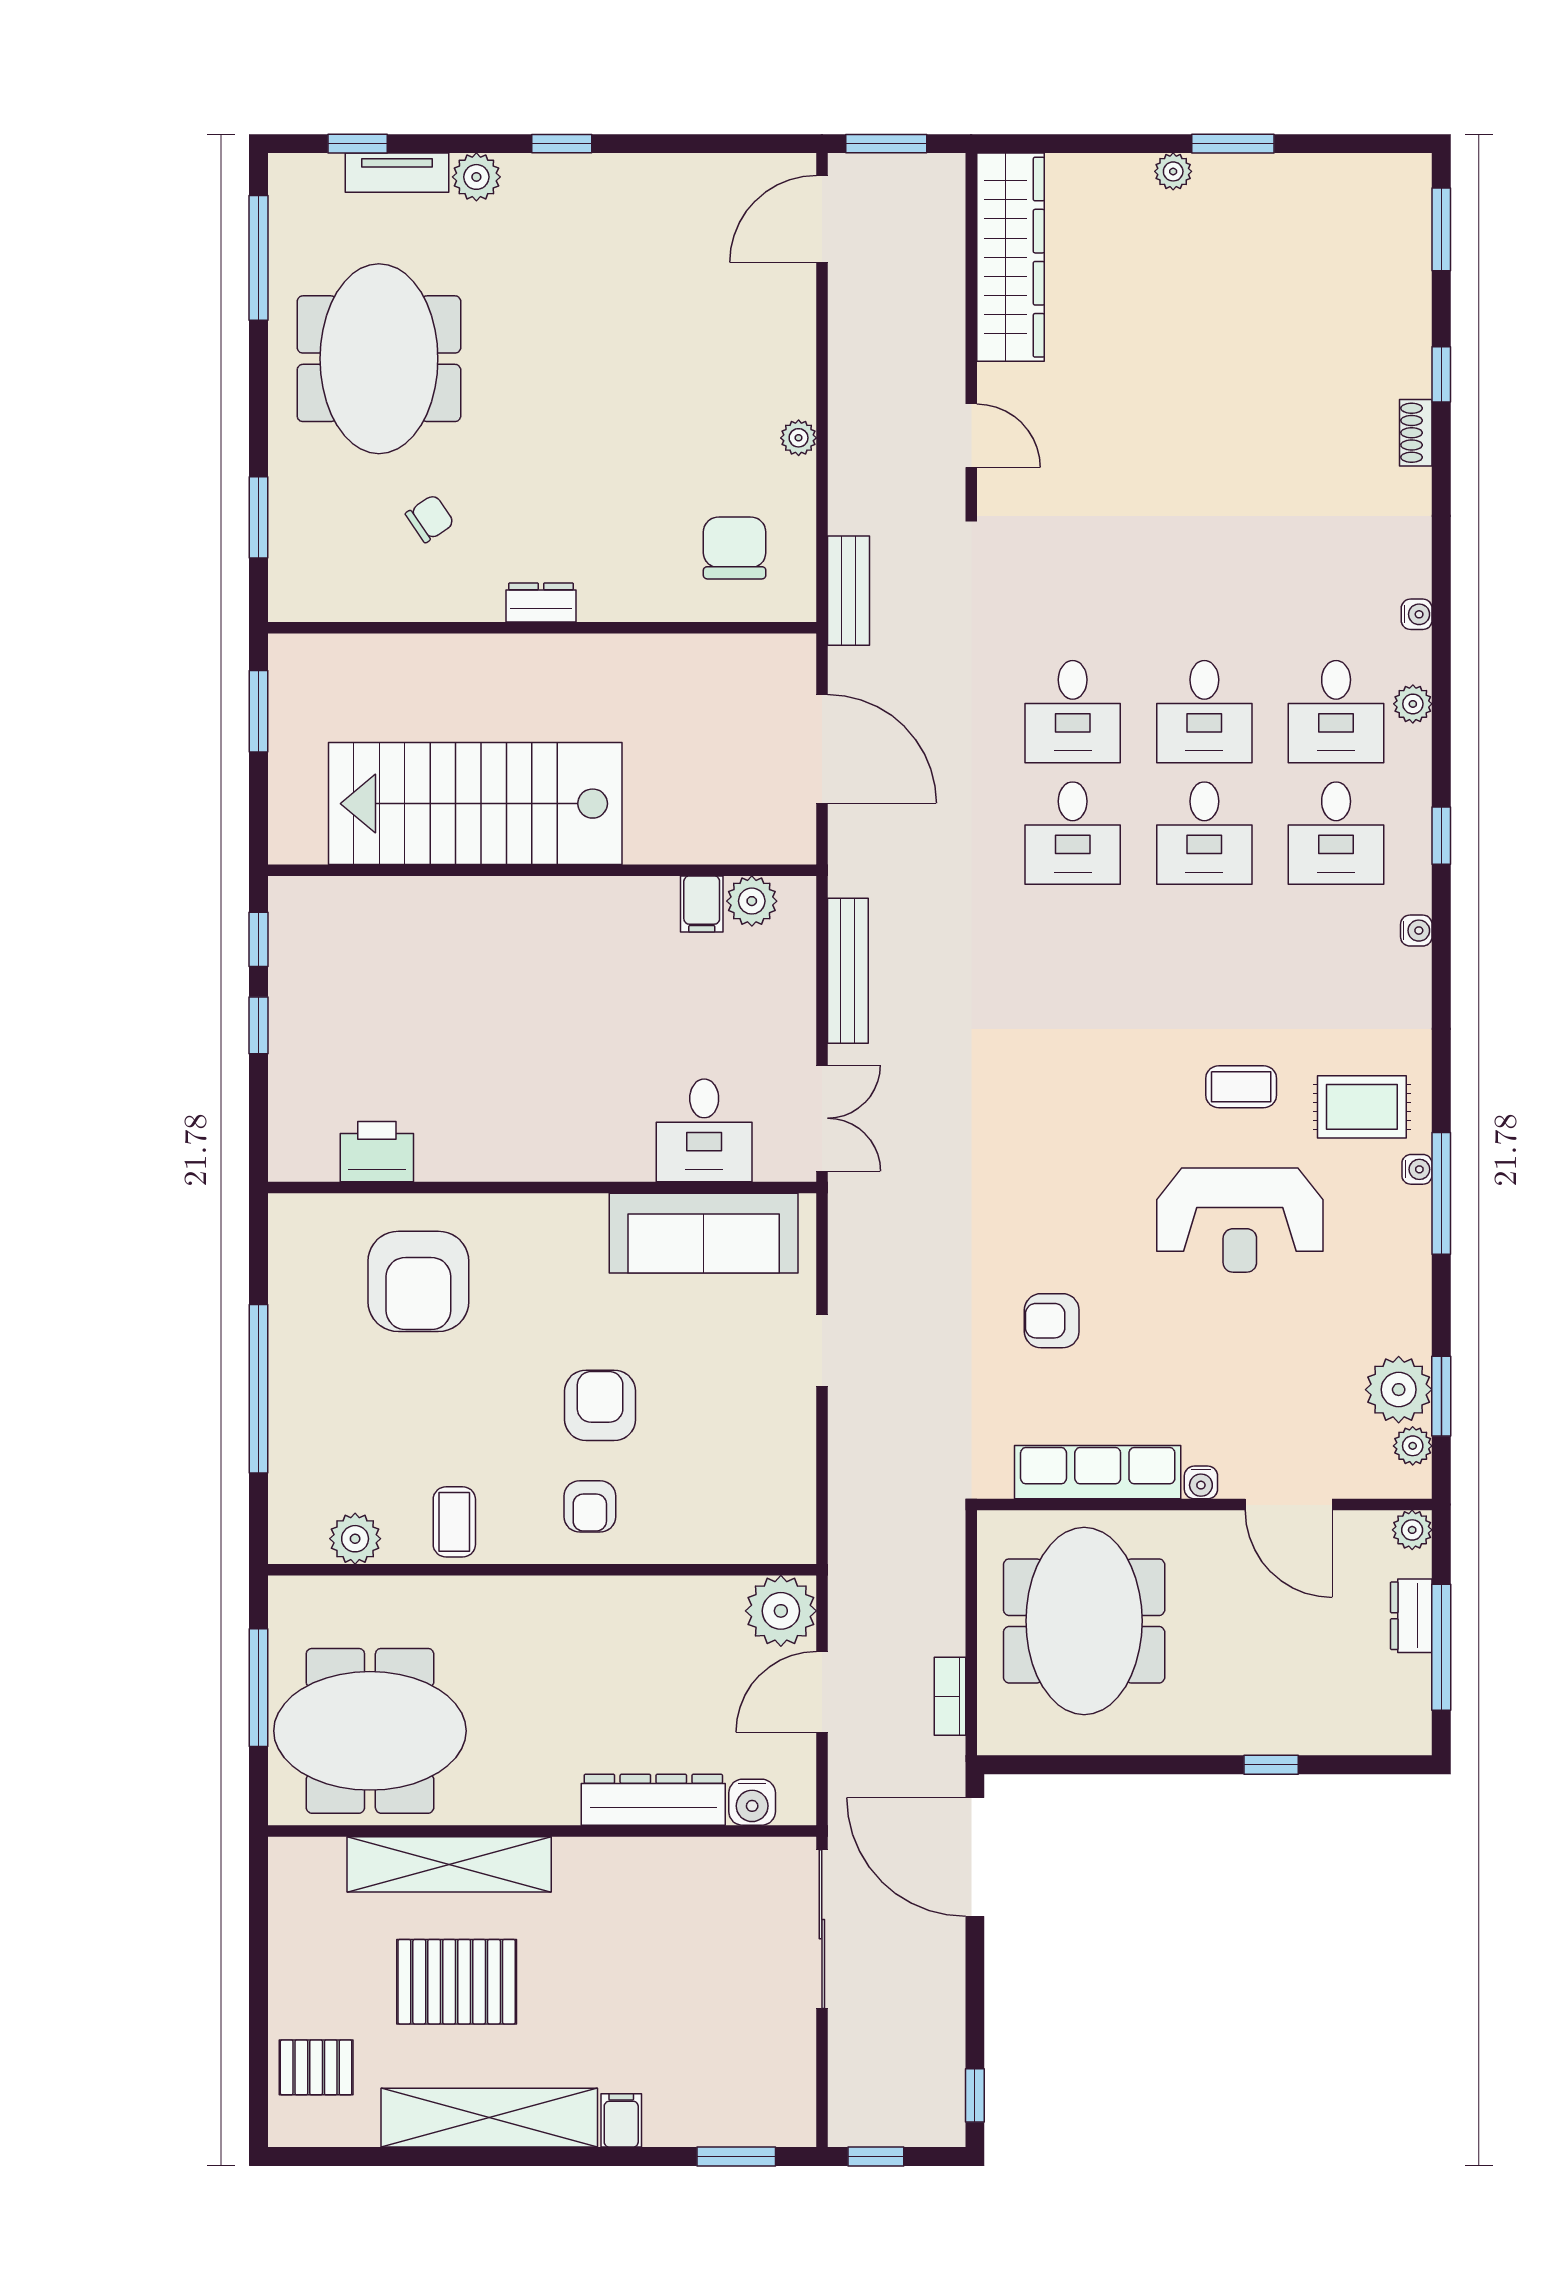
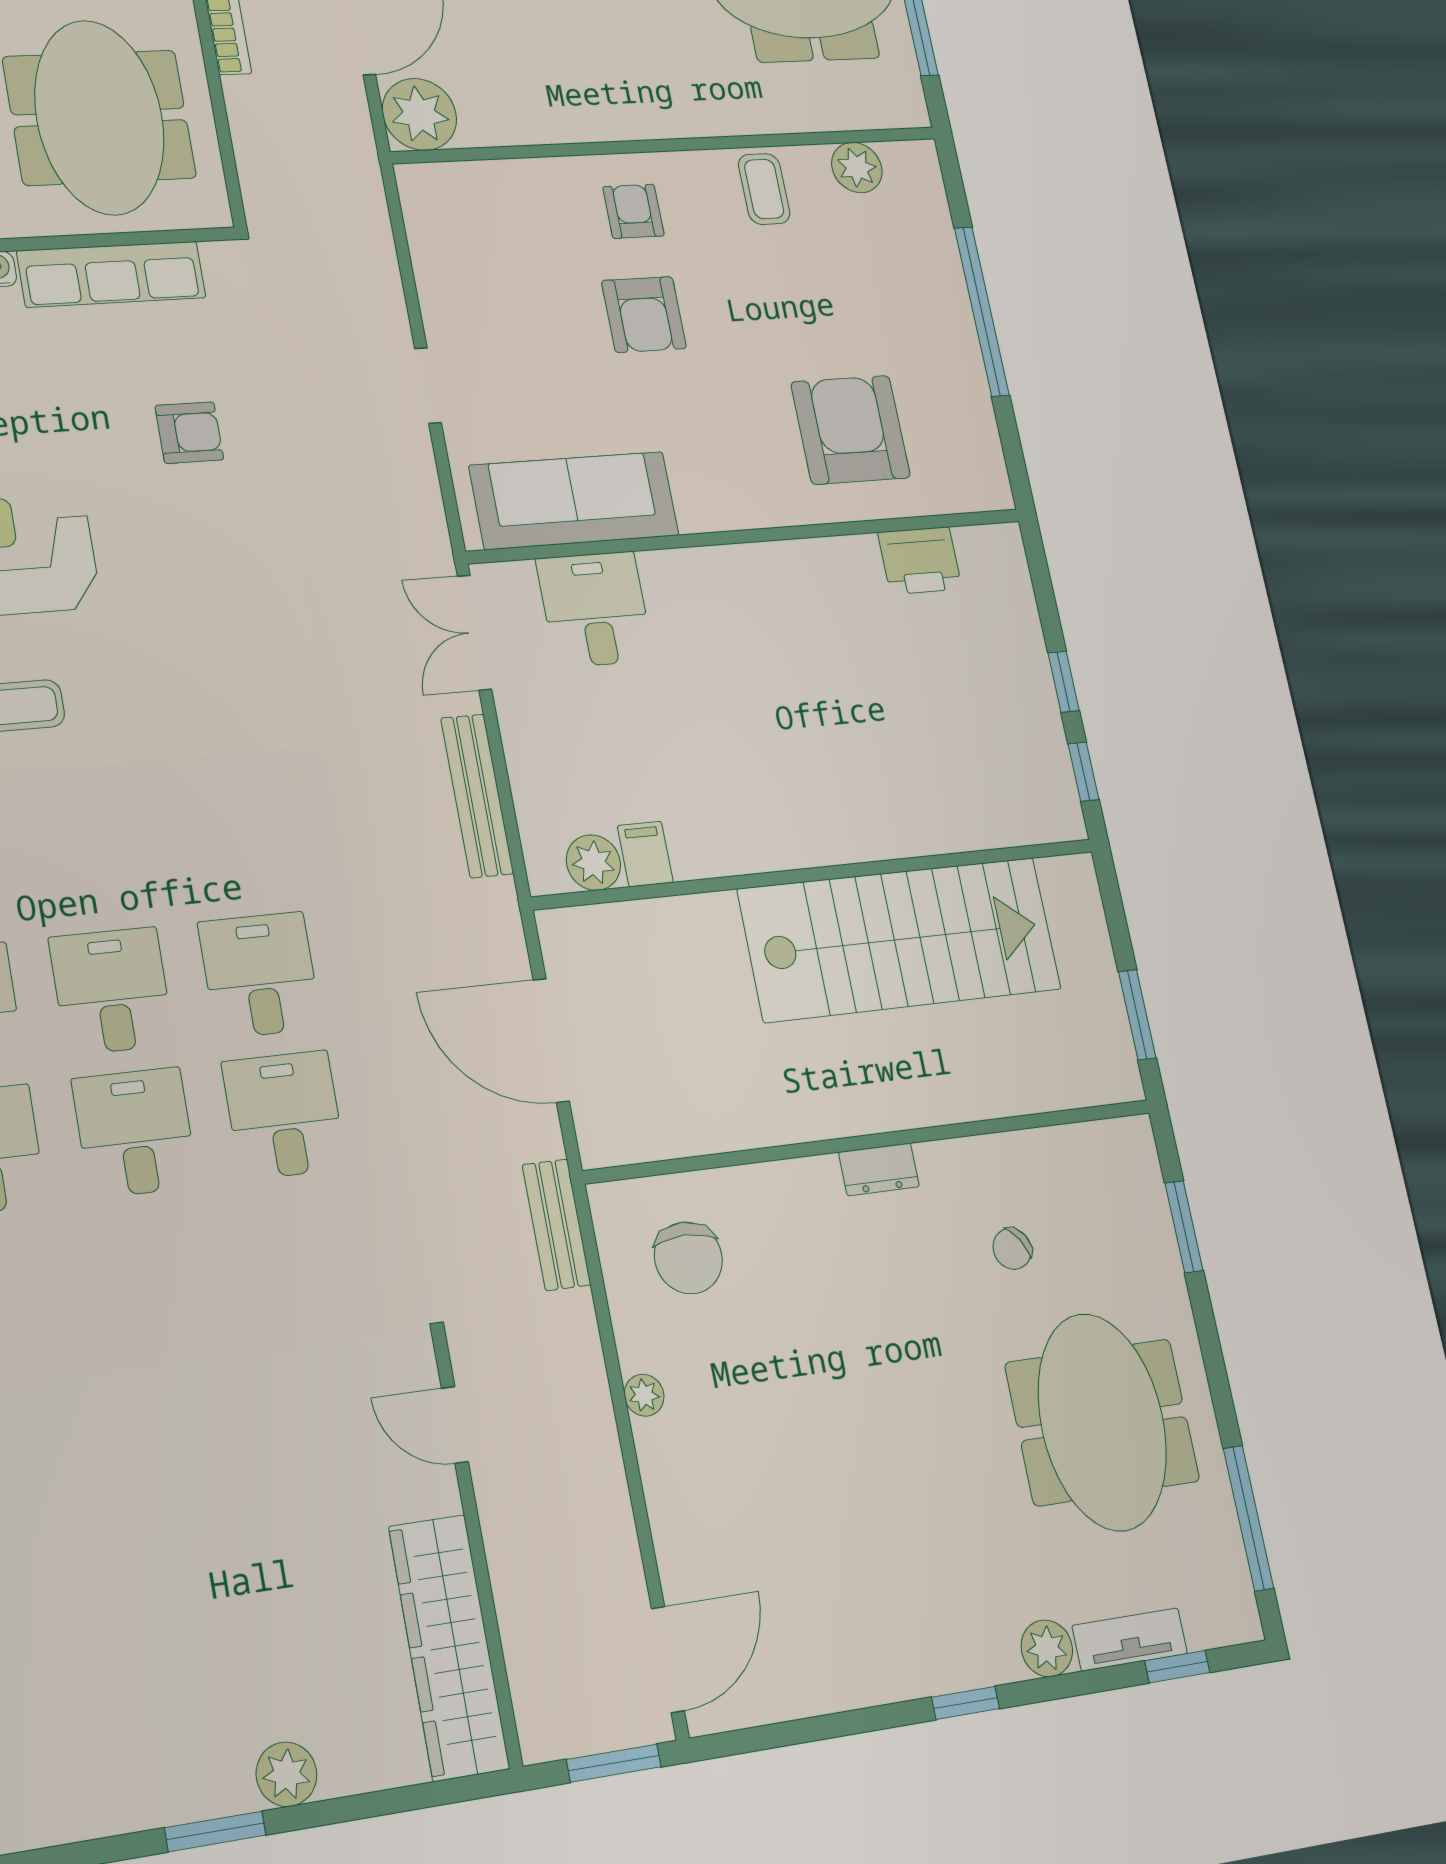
plant: (1173, 171) -> (286, 1774), width x1.38, depth x1.38

